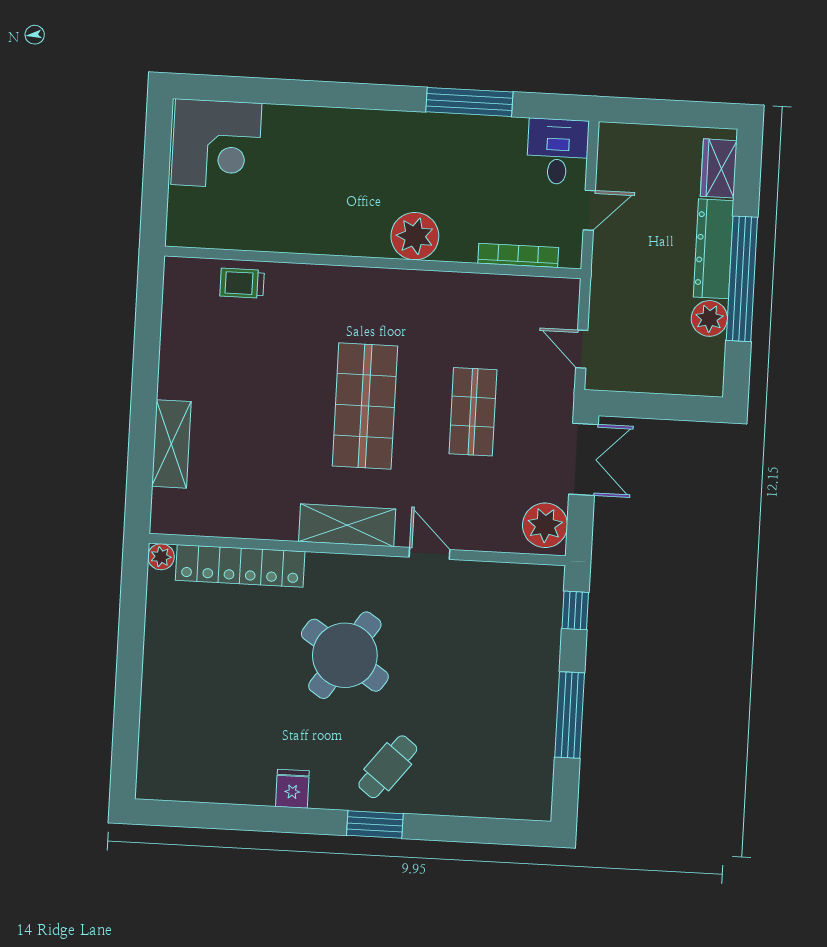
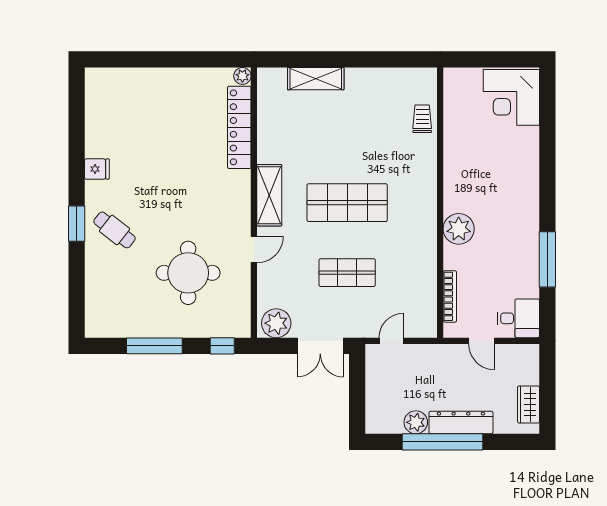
wardrobe: (719, 168) -> (529, 405), moved, turned -90
round table: (345, 655) -> (188, 273), moved, turned -34

